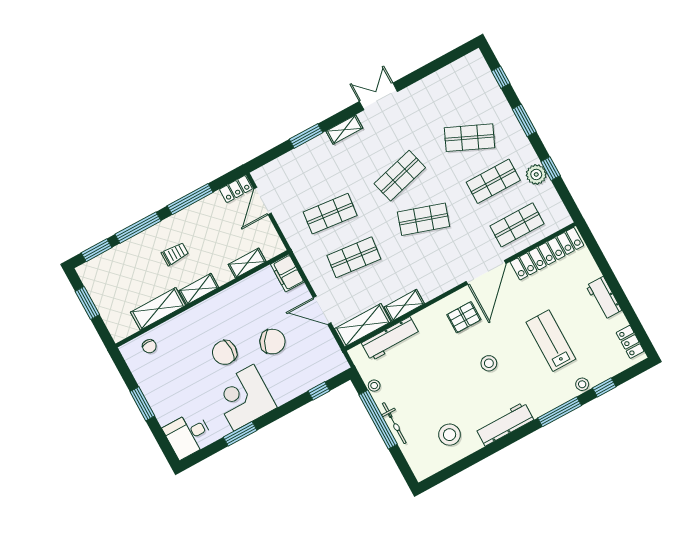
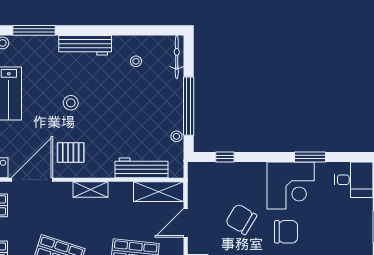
shelving: (404, 305) -> (91, 190), moved
door: (322, 310) -> (186, 223), swing flipped
bicycle: (394, 423) -> (177, 57), moved
stool: (450, 435) -> (136, 61), width x0.53, depth x0.53

